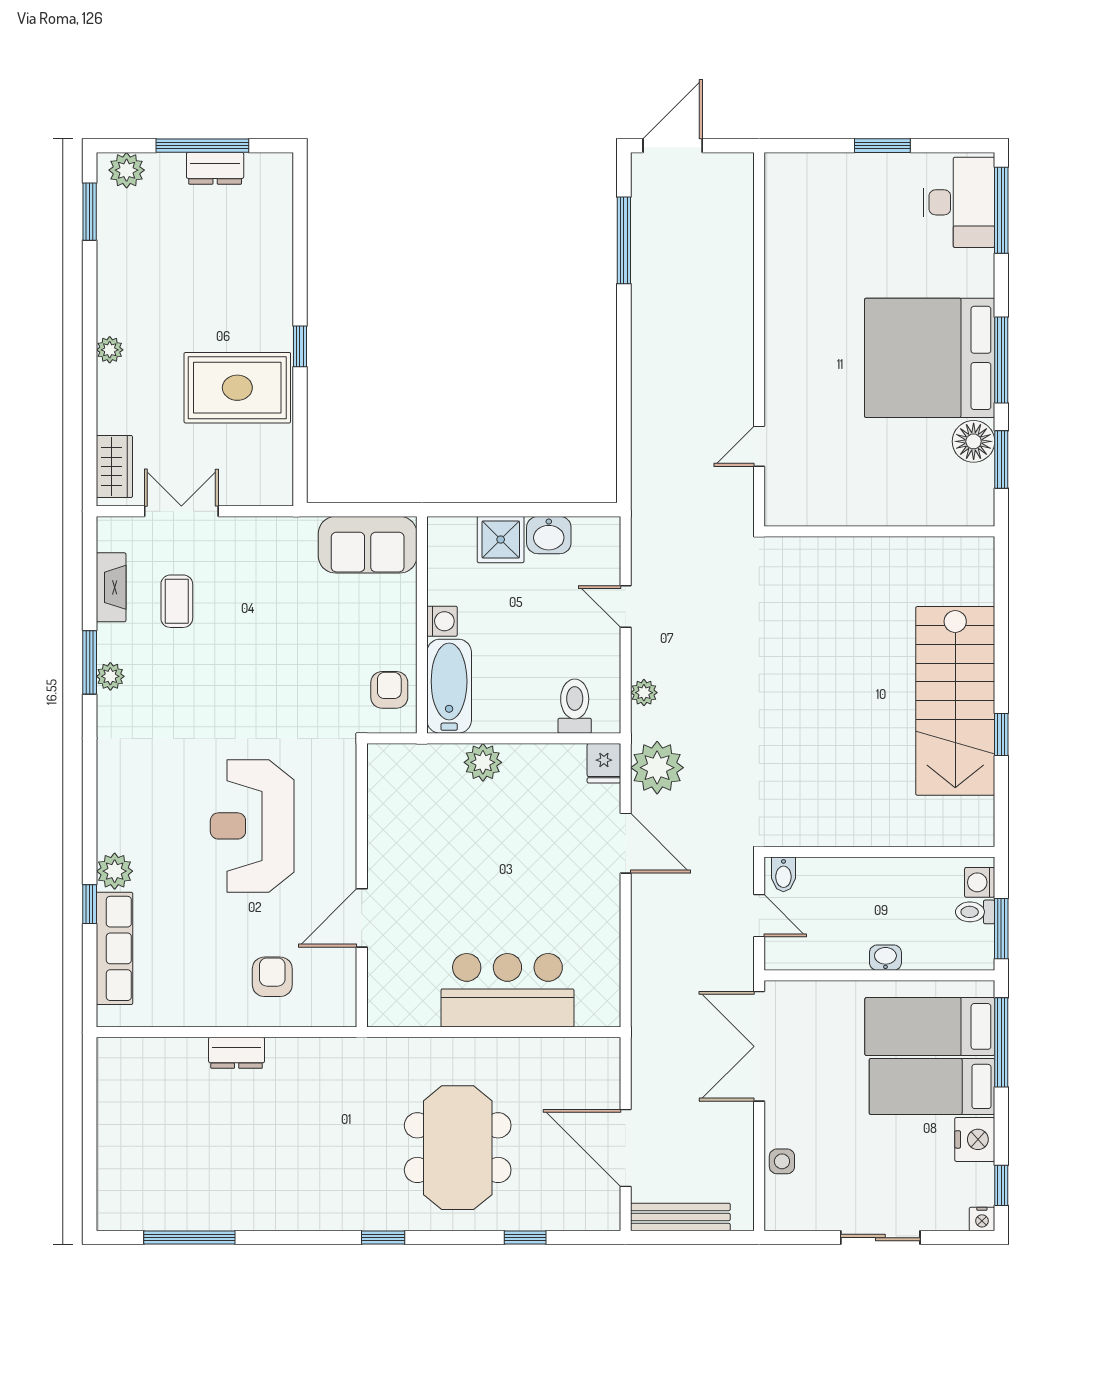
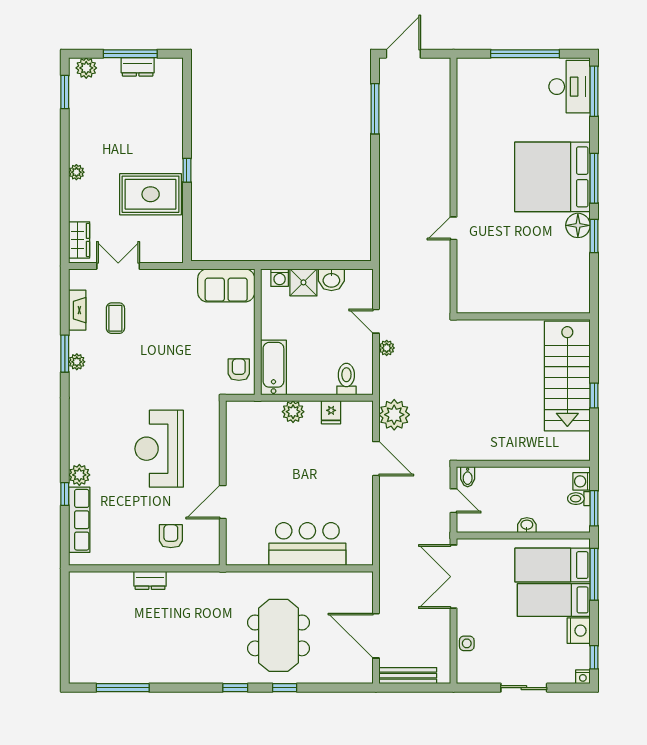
window: (882, 146) -> (525, 54), width x2.11
wall: (879, 531) -> (523, 316), moved
washing machine: (442, 621) -> (280, 278), moved, turned 90
plant: (644, 693) -> (387, 348), moved
fridge: (604, 763) -> (331, 412), moved
window: (525, 1238) -> (285, 688), moved

